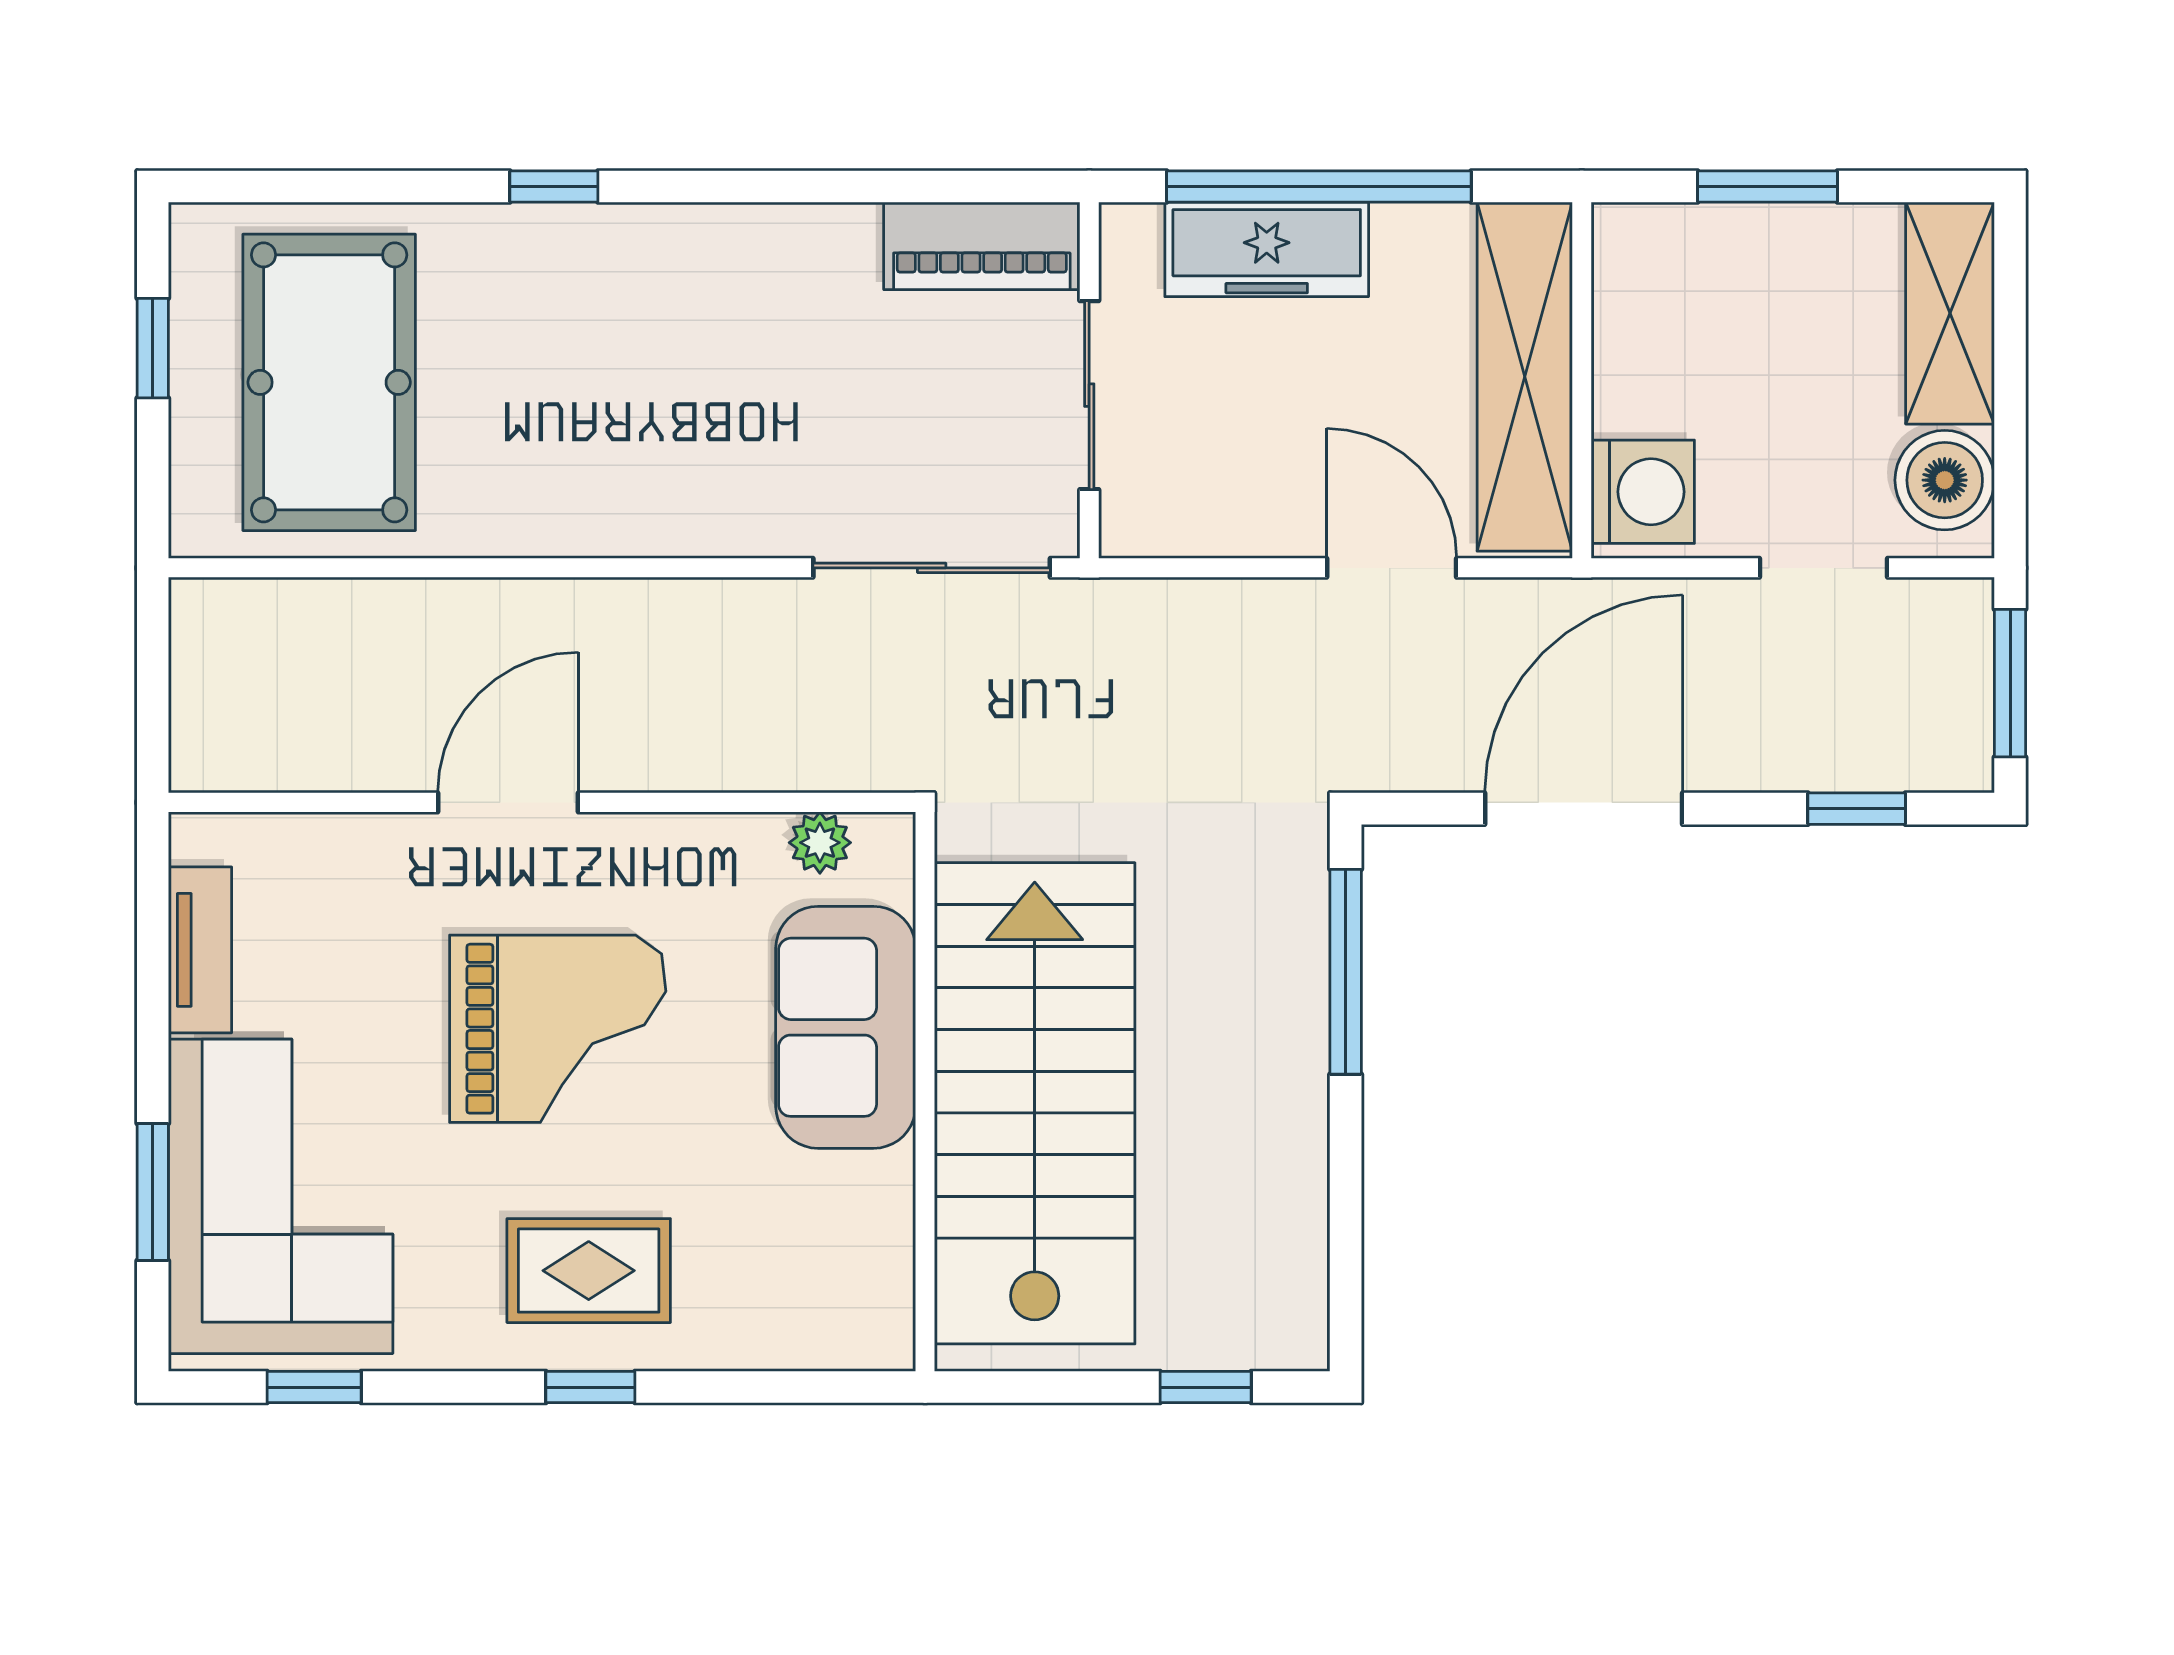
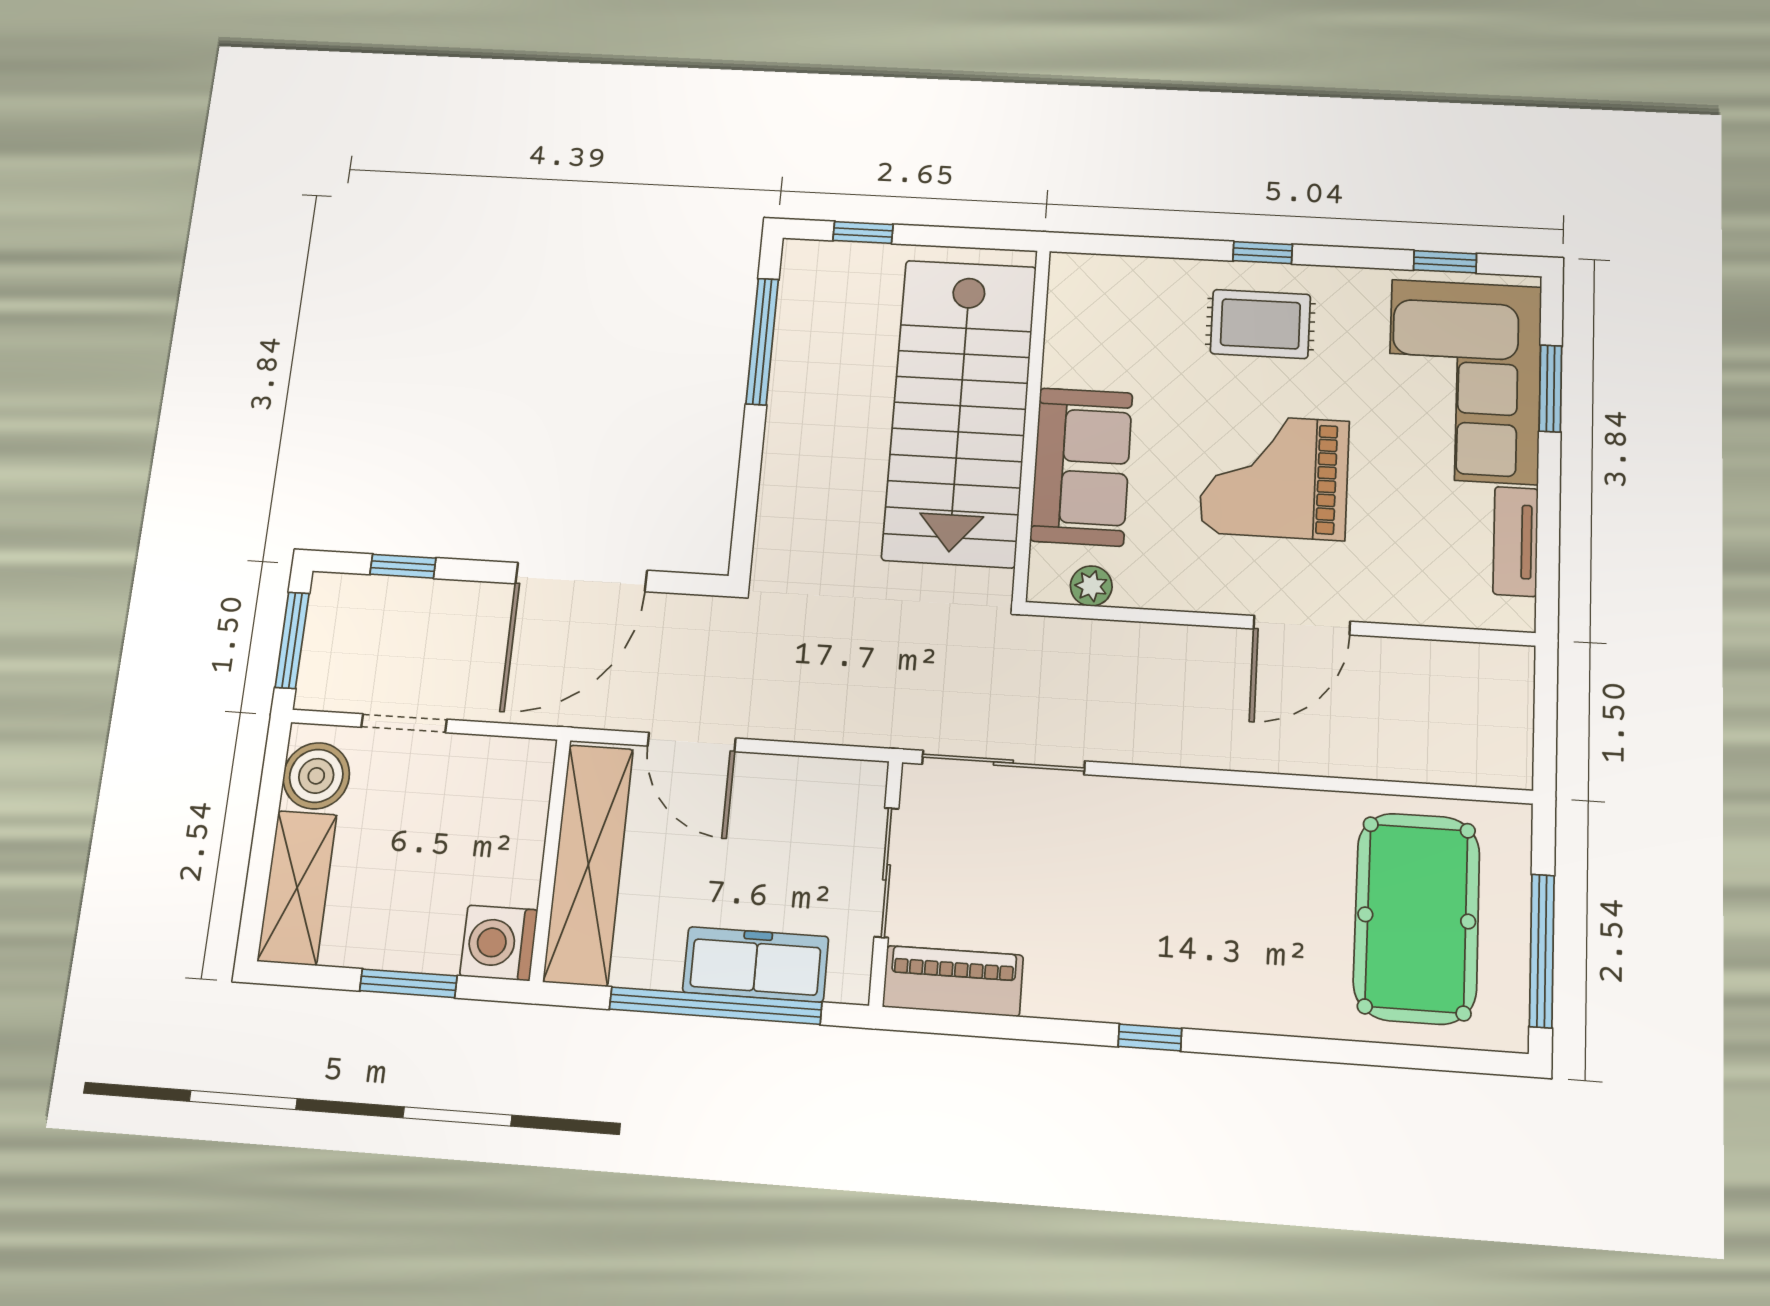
window: (554, 186) -> (1150, 1038), moved
window: (153, 348) -> (1542, 951), width x2.17
washing machine: (1643, 492) -> (499, 943), moved
window: (1346, 972) -> (762, 341), moved

